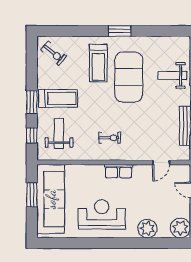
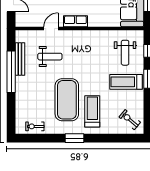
weight bench: (172, 76) -> (50, 57), moved
exercise bike: (110, 138) -> (35, 126), moved
door: (161, 162) -> (51, 28), moved

